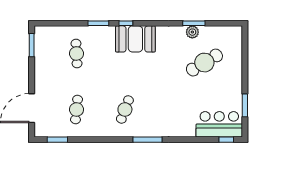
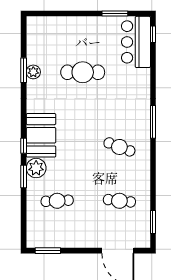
plant: (106, 35) -> (36, 168), added
cafe table: (204, 63) -> (83, 72), moved, turned -59

